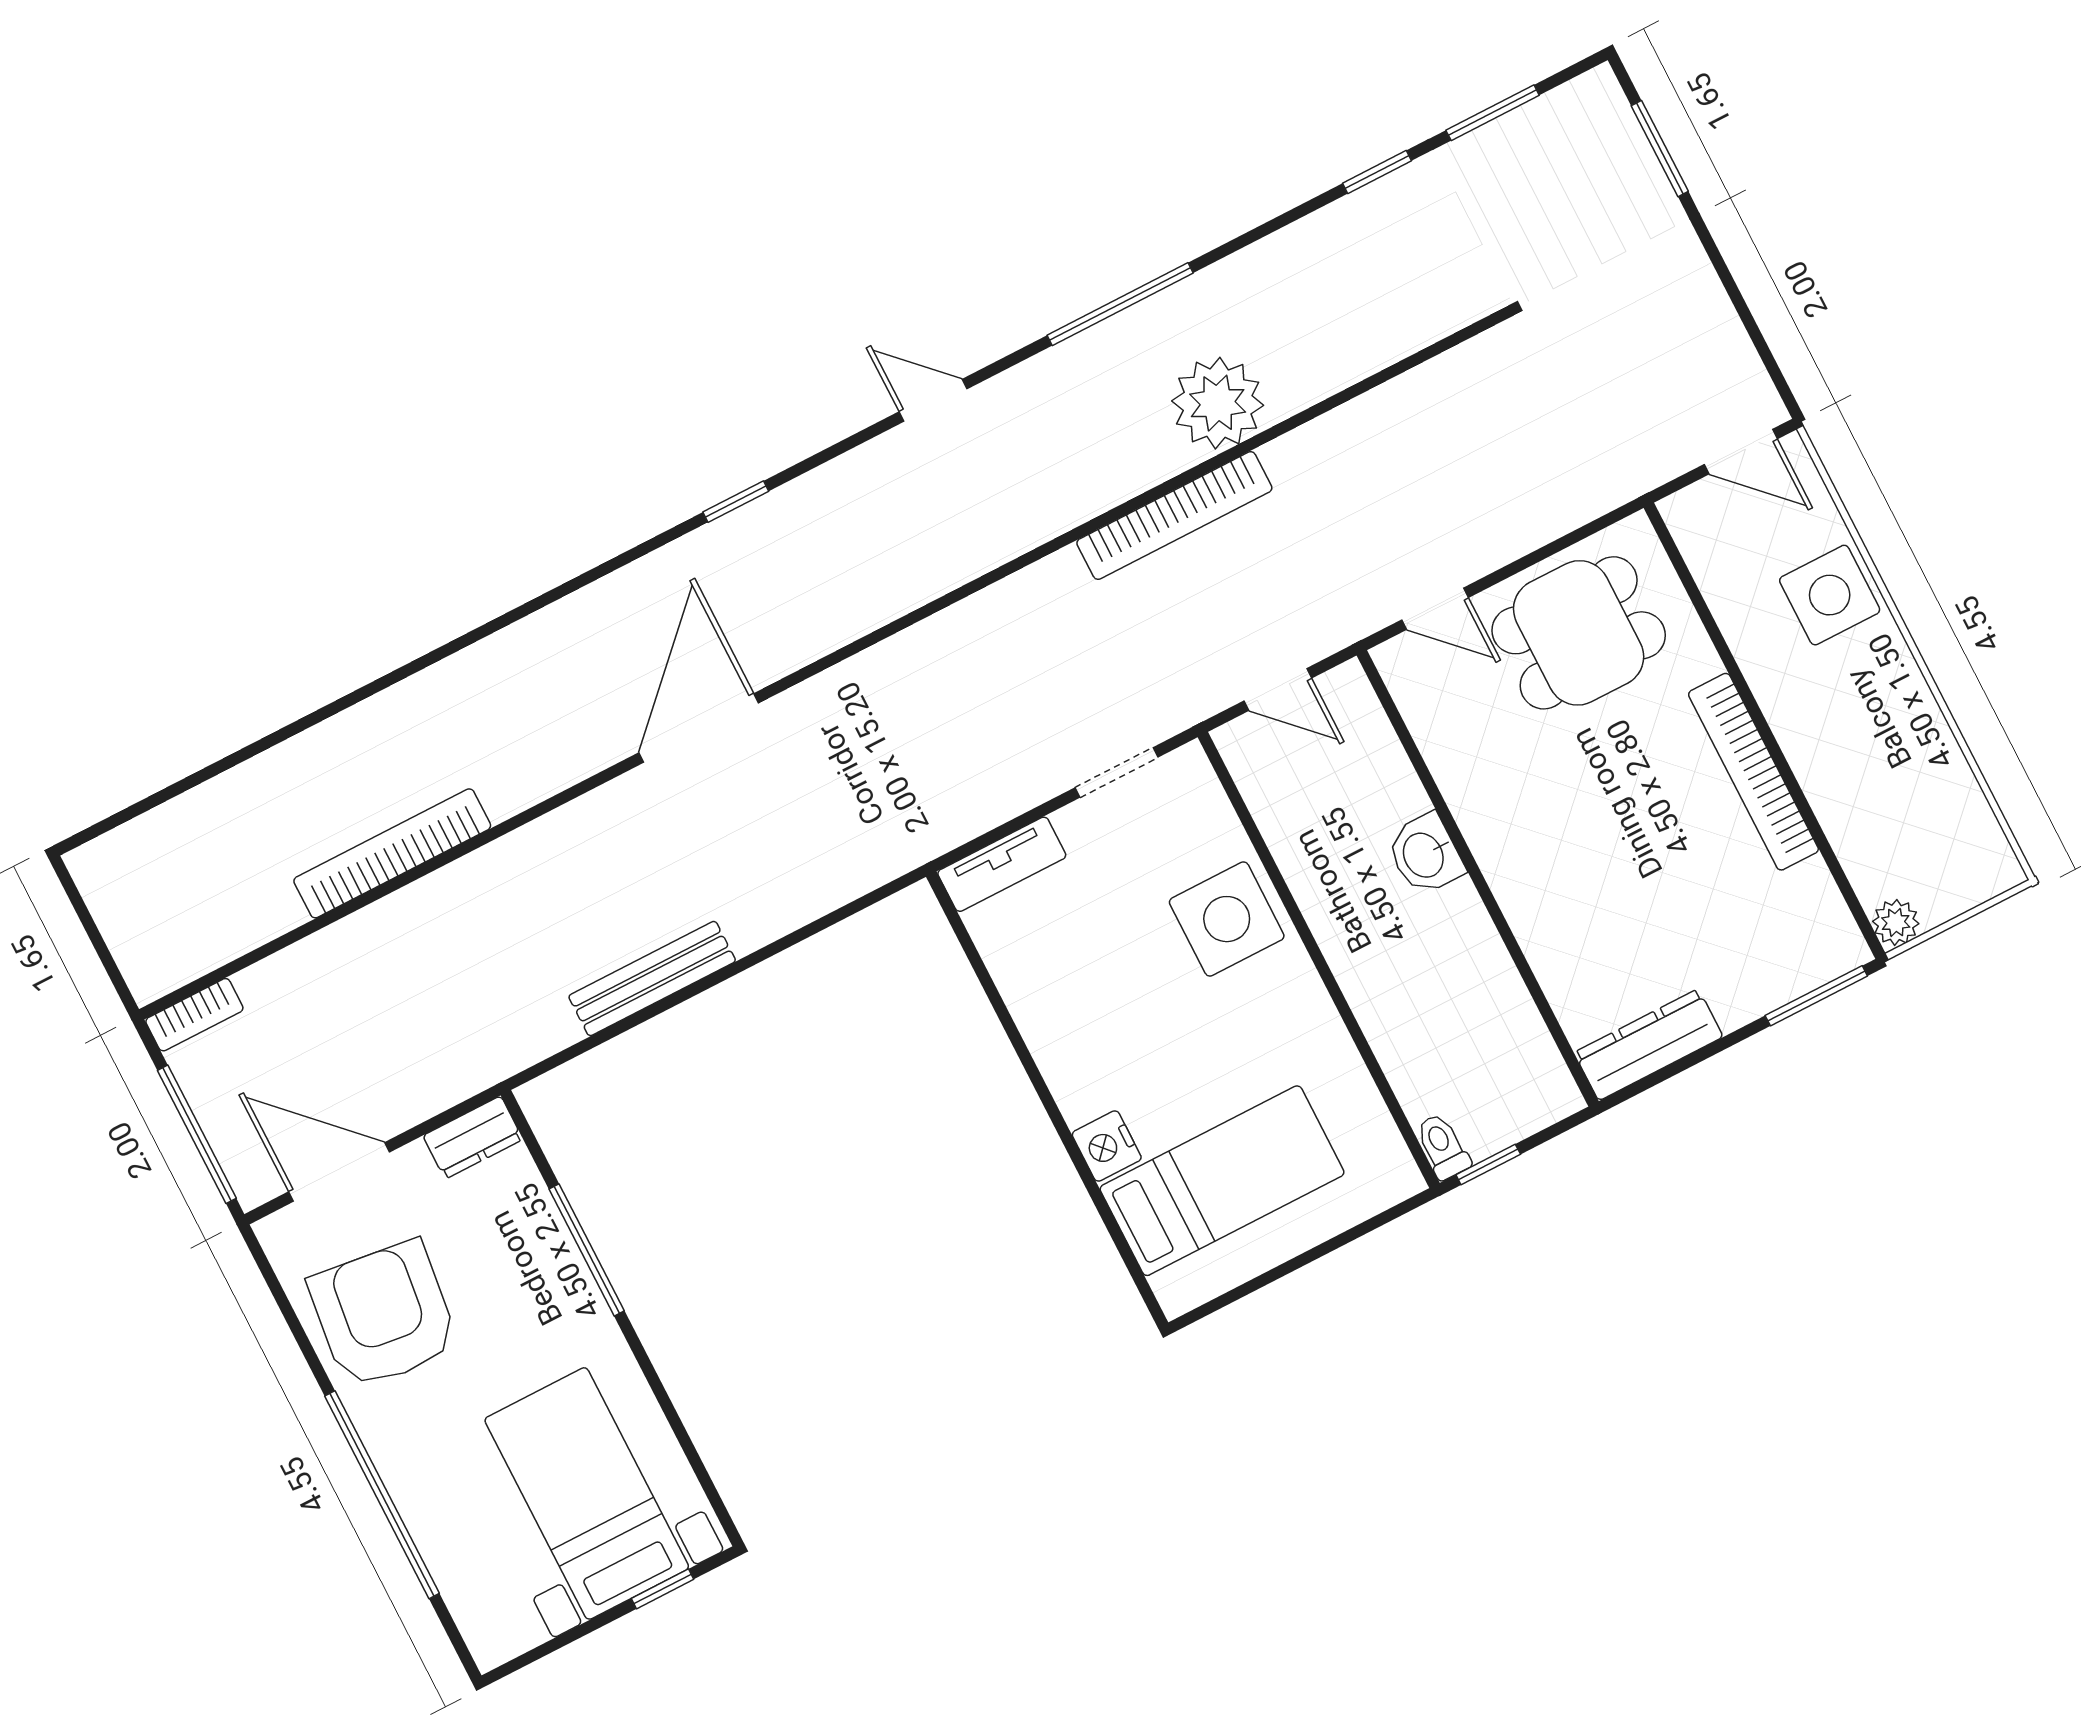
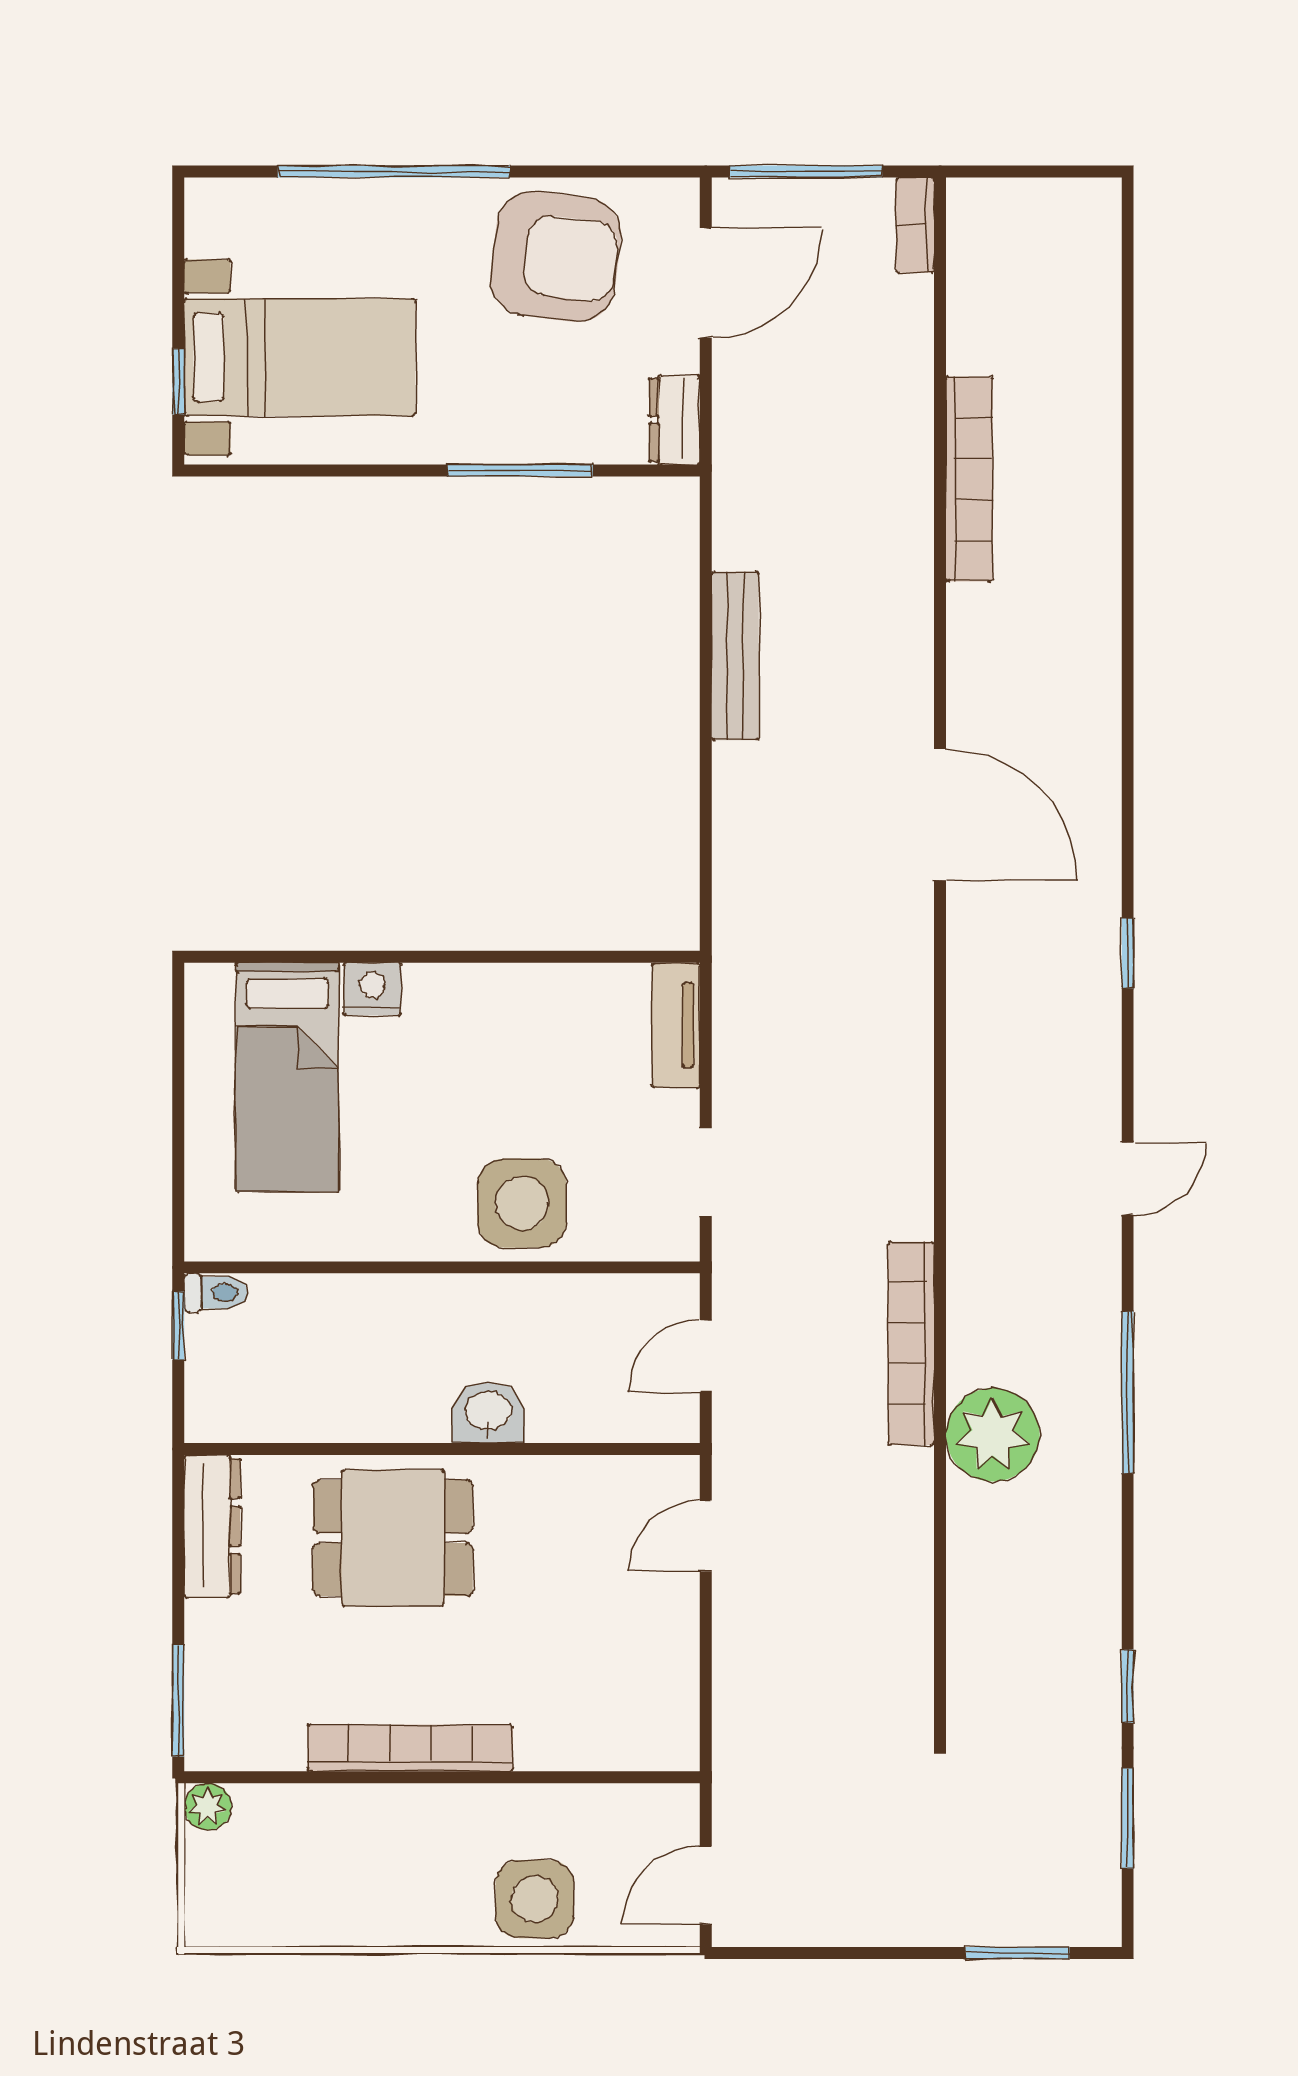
dining table: (1579, 633) -> (393, 1538), moved, turned 90

